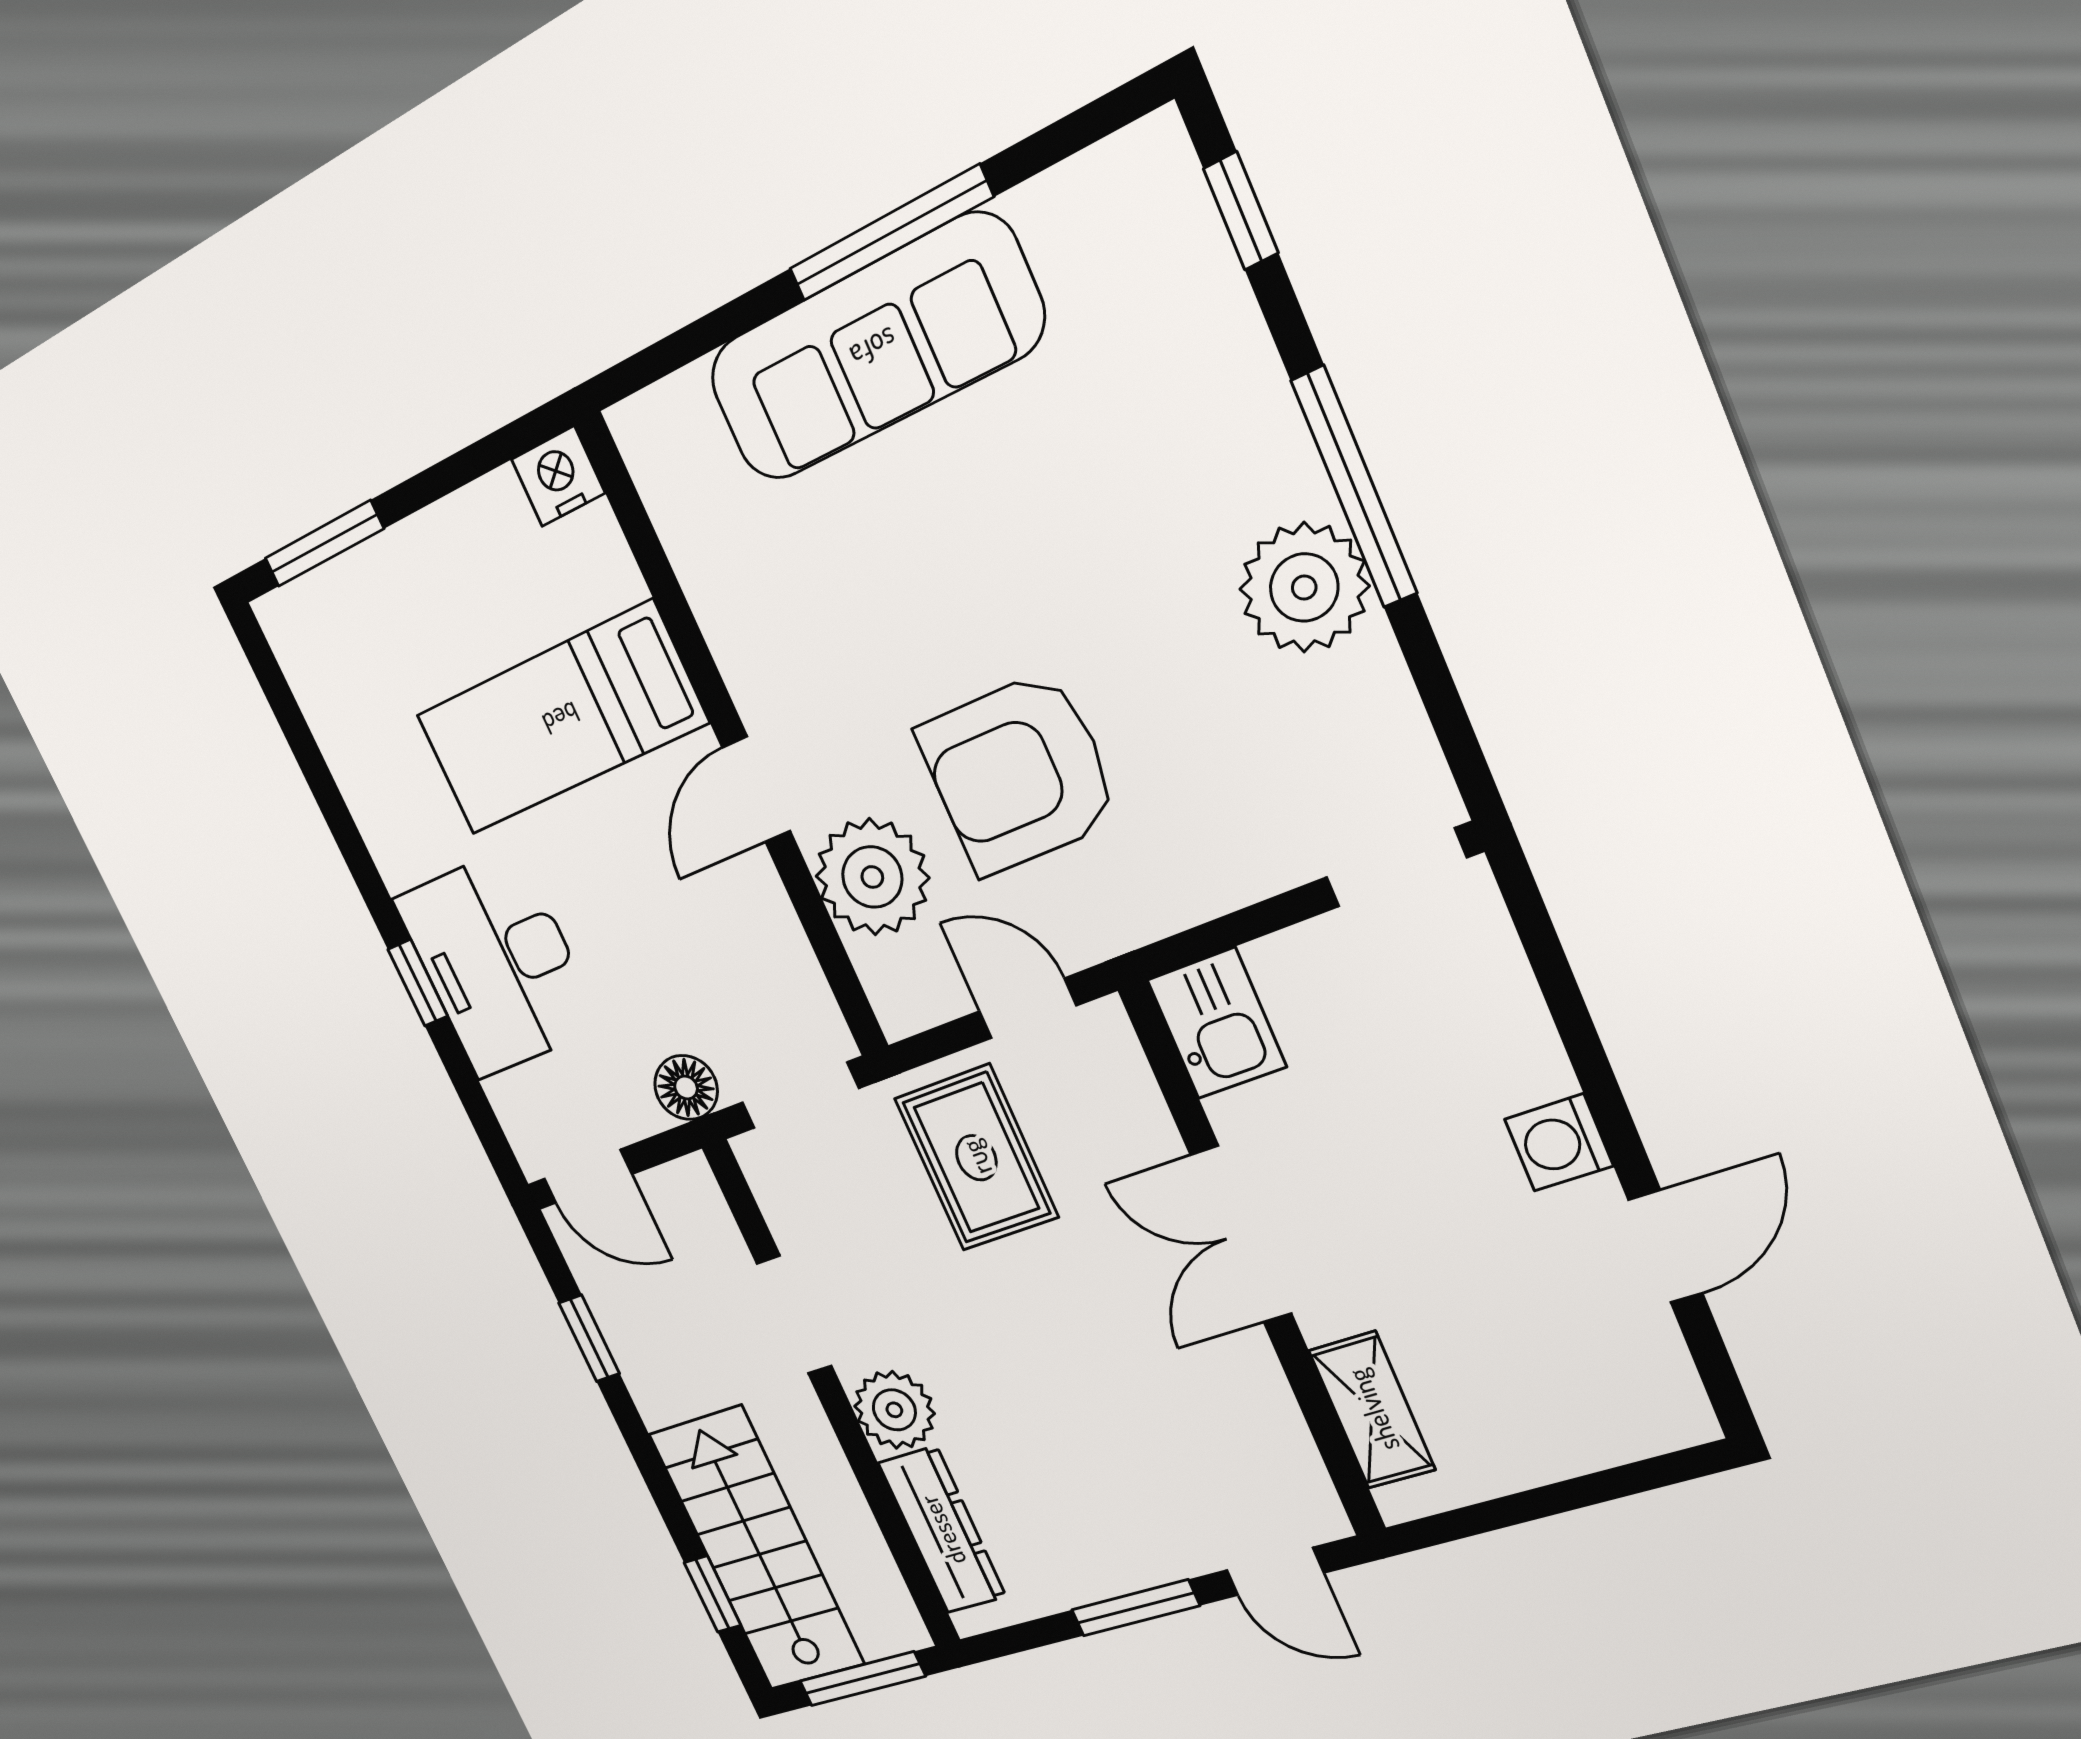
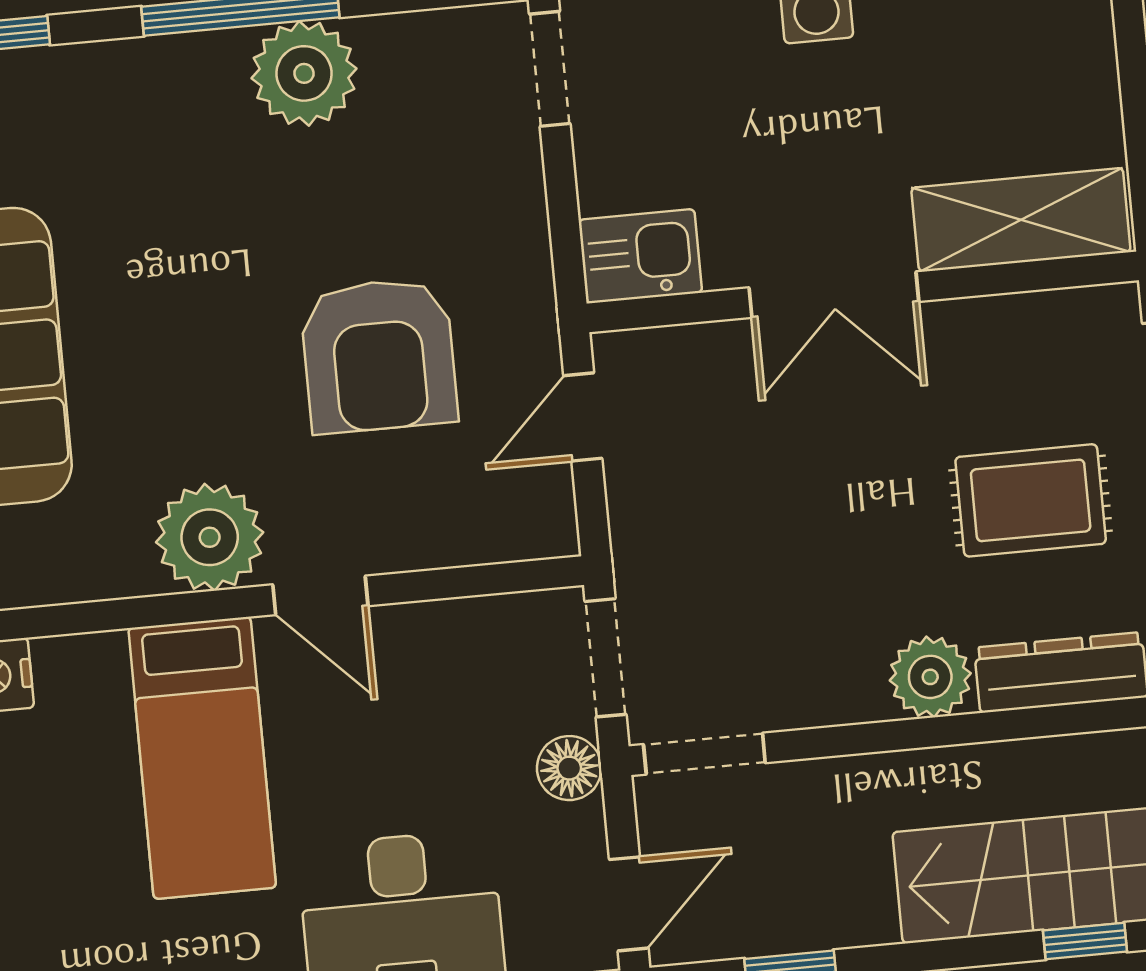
plant: (872, 877) -> (210, 537), moved
rug: (976, 1158) -> (1031, 500), moved
doorway: (794, 1315) -> (704, 754), moved
shelving: (1372, 1410) -> (1021, 220), width x1.50, depth x1.33

